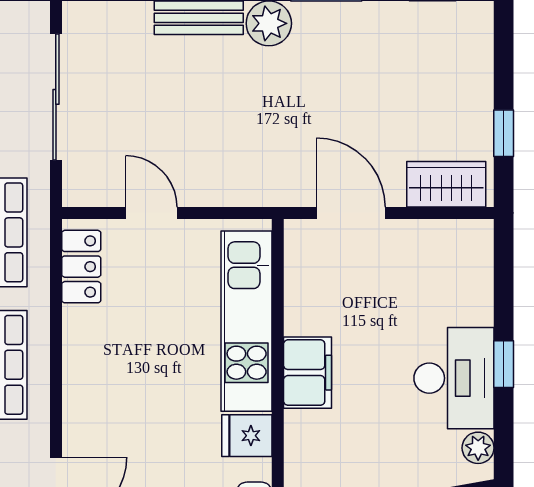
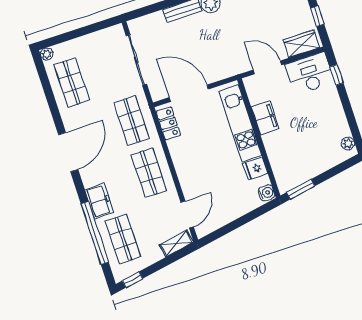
door: (151, 213) -> (189, 93), width x1.87
window: (504, 364) -> (337, 75), moved
filing cabinet: (308, 373) -> (265, 118), moved
desk: (454, 378) -> (310, 73), moved, turned -90

